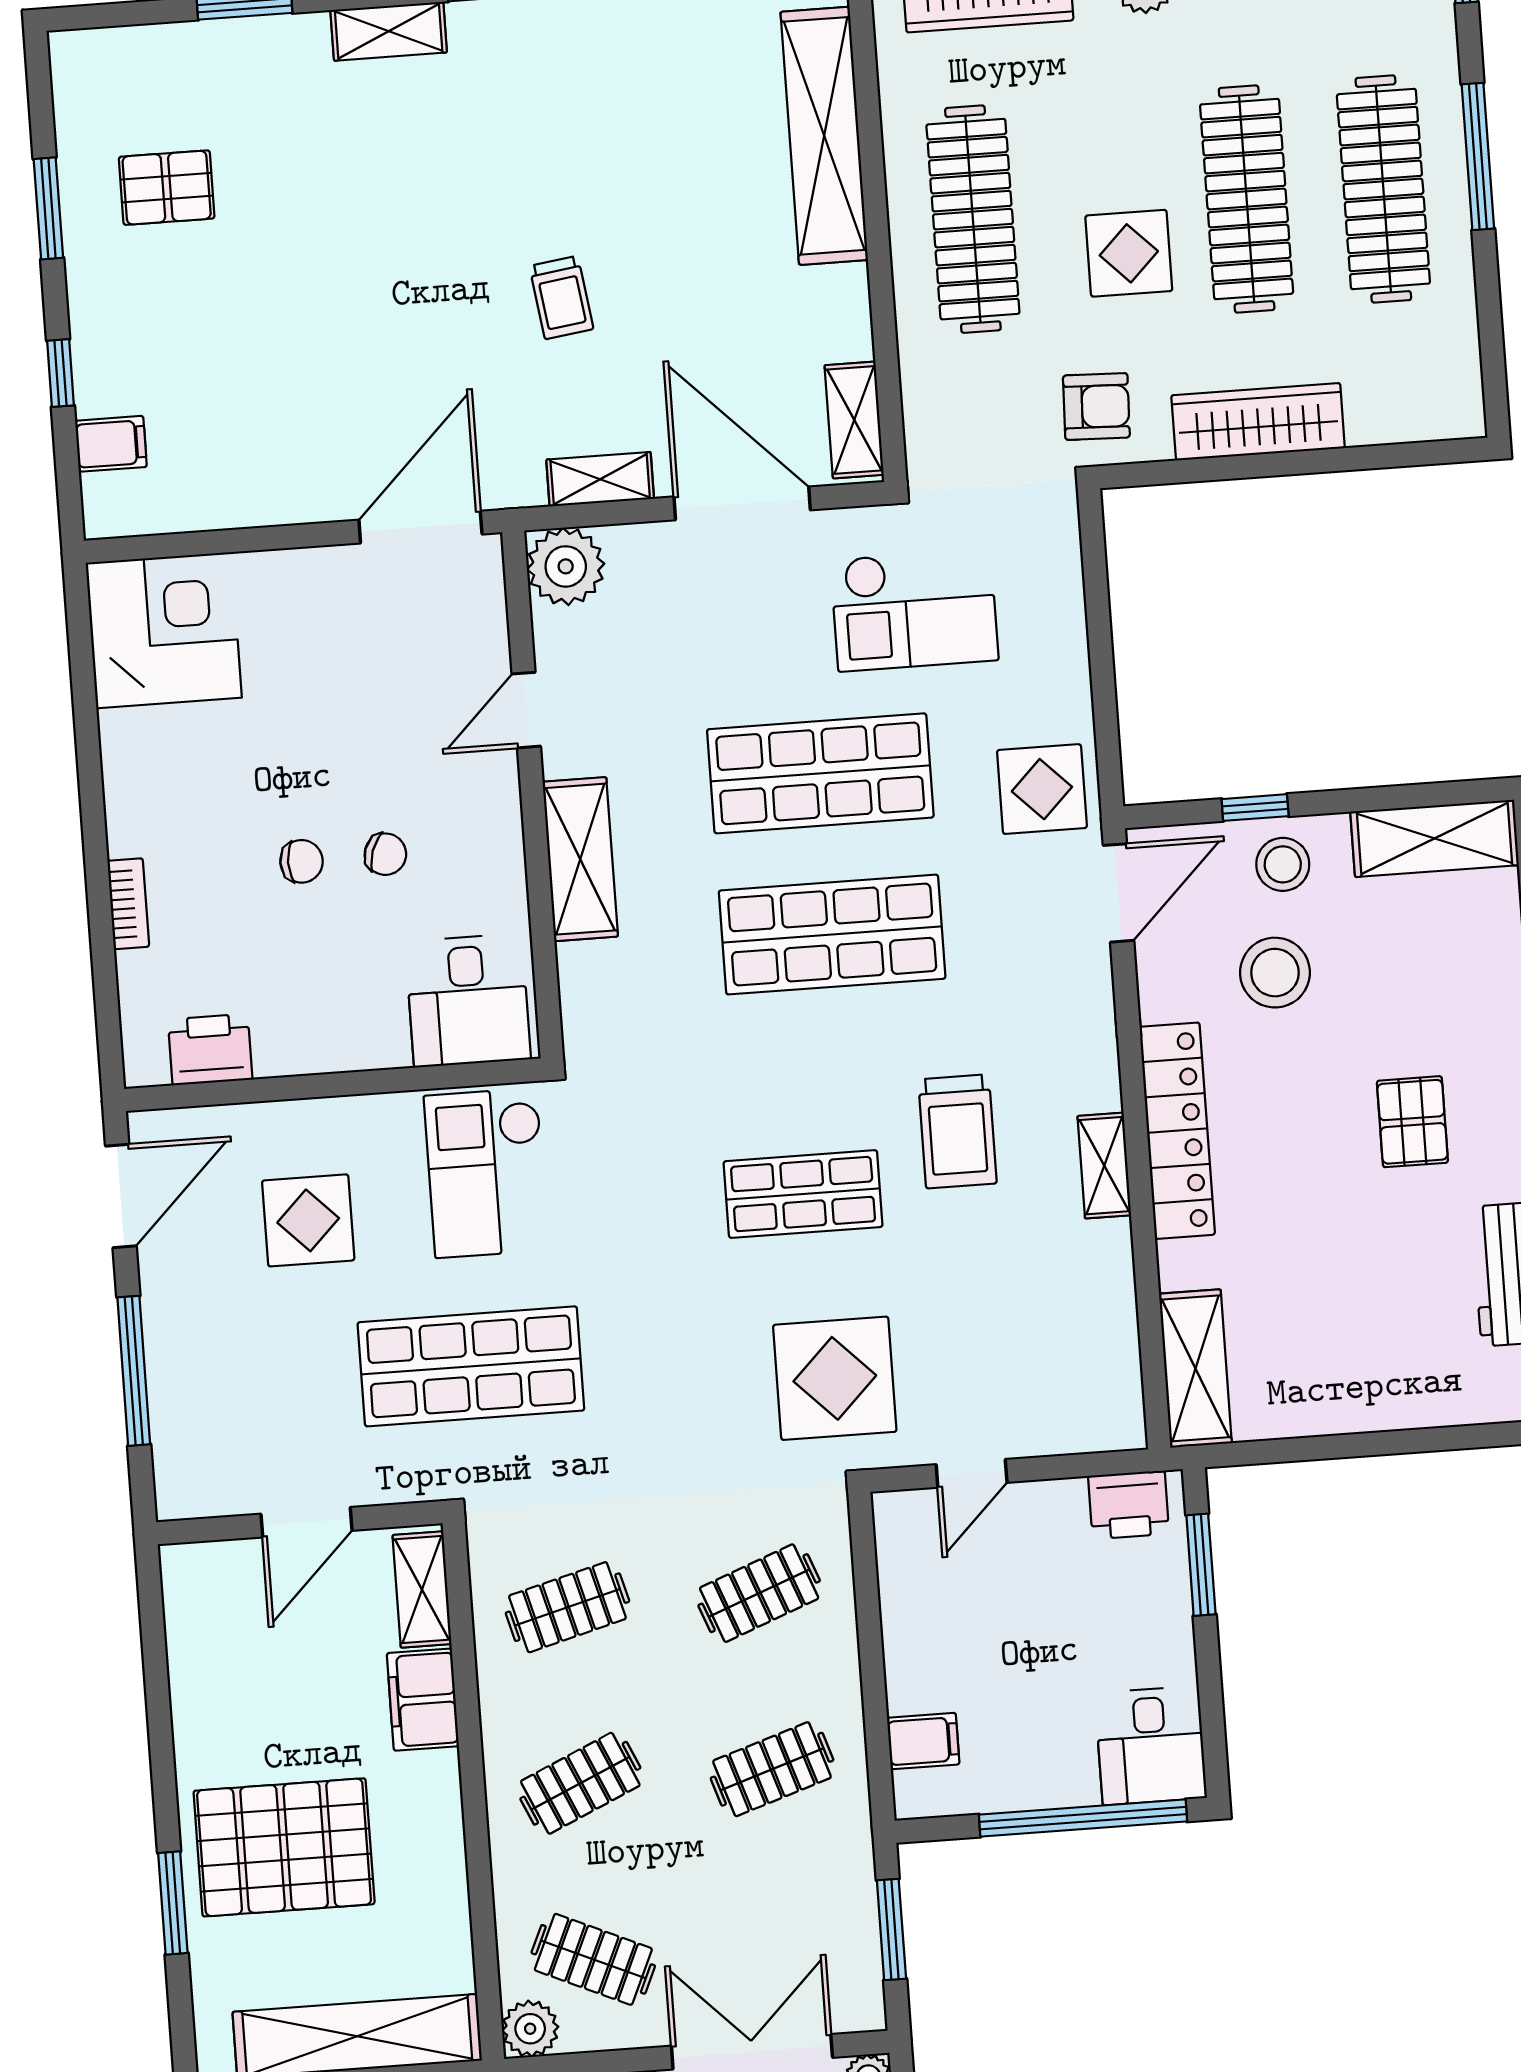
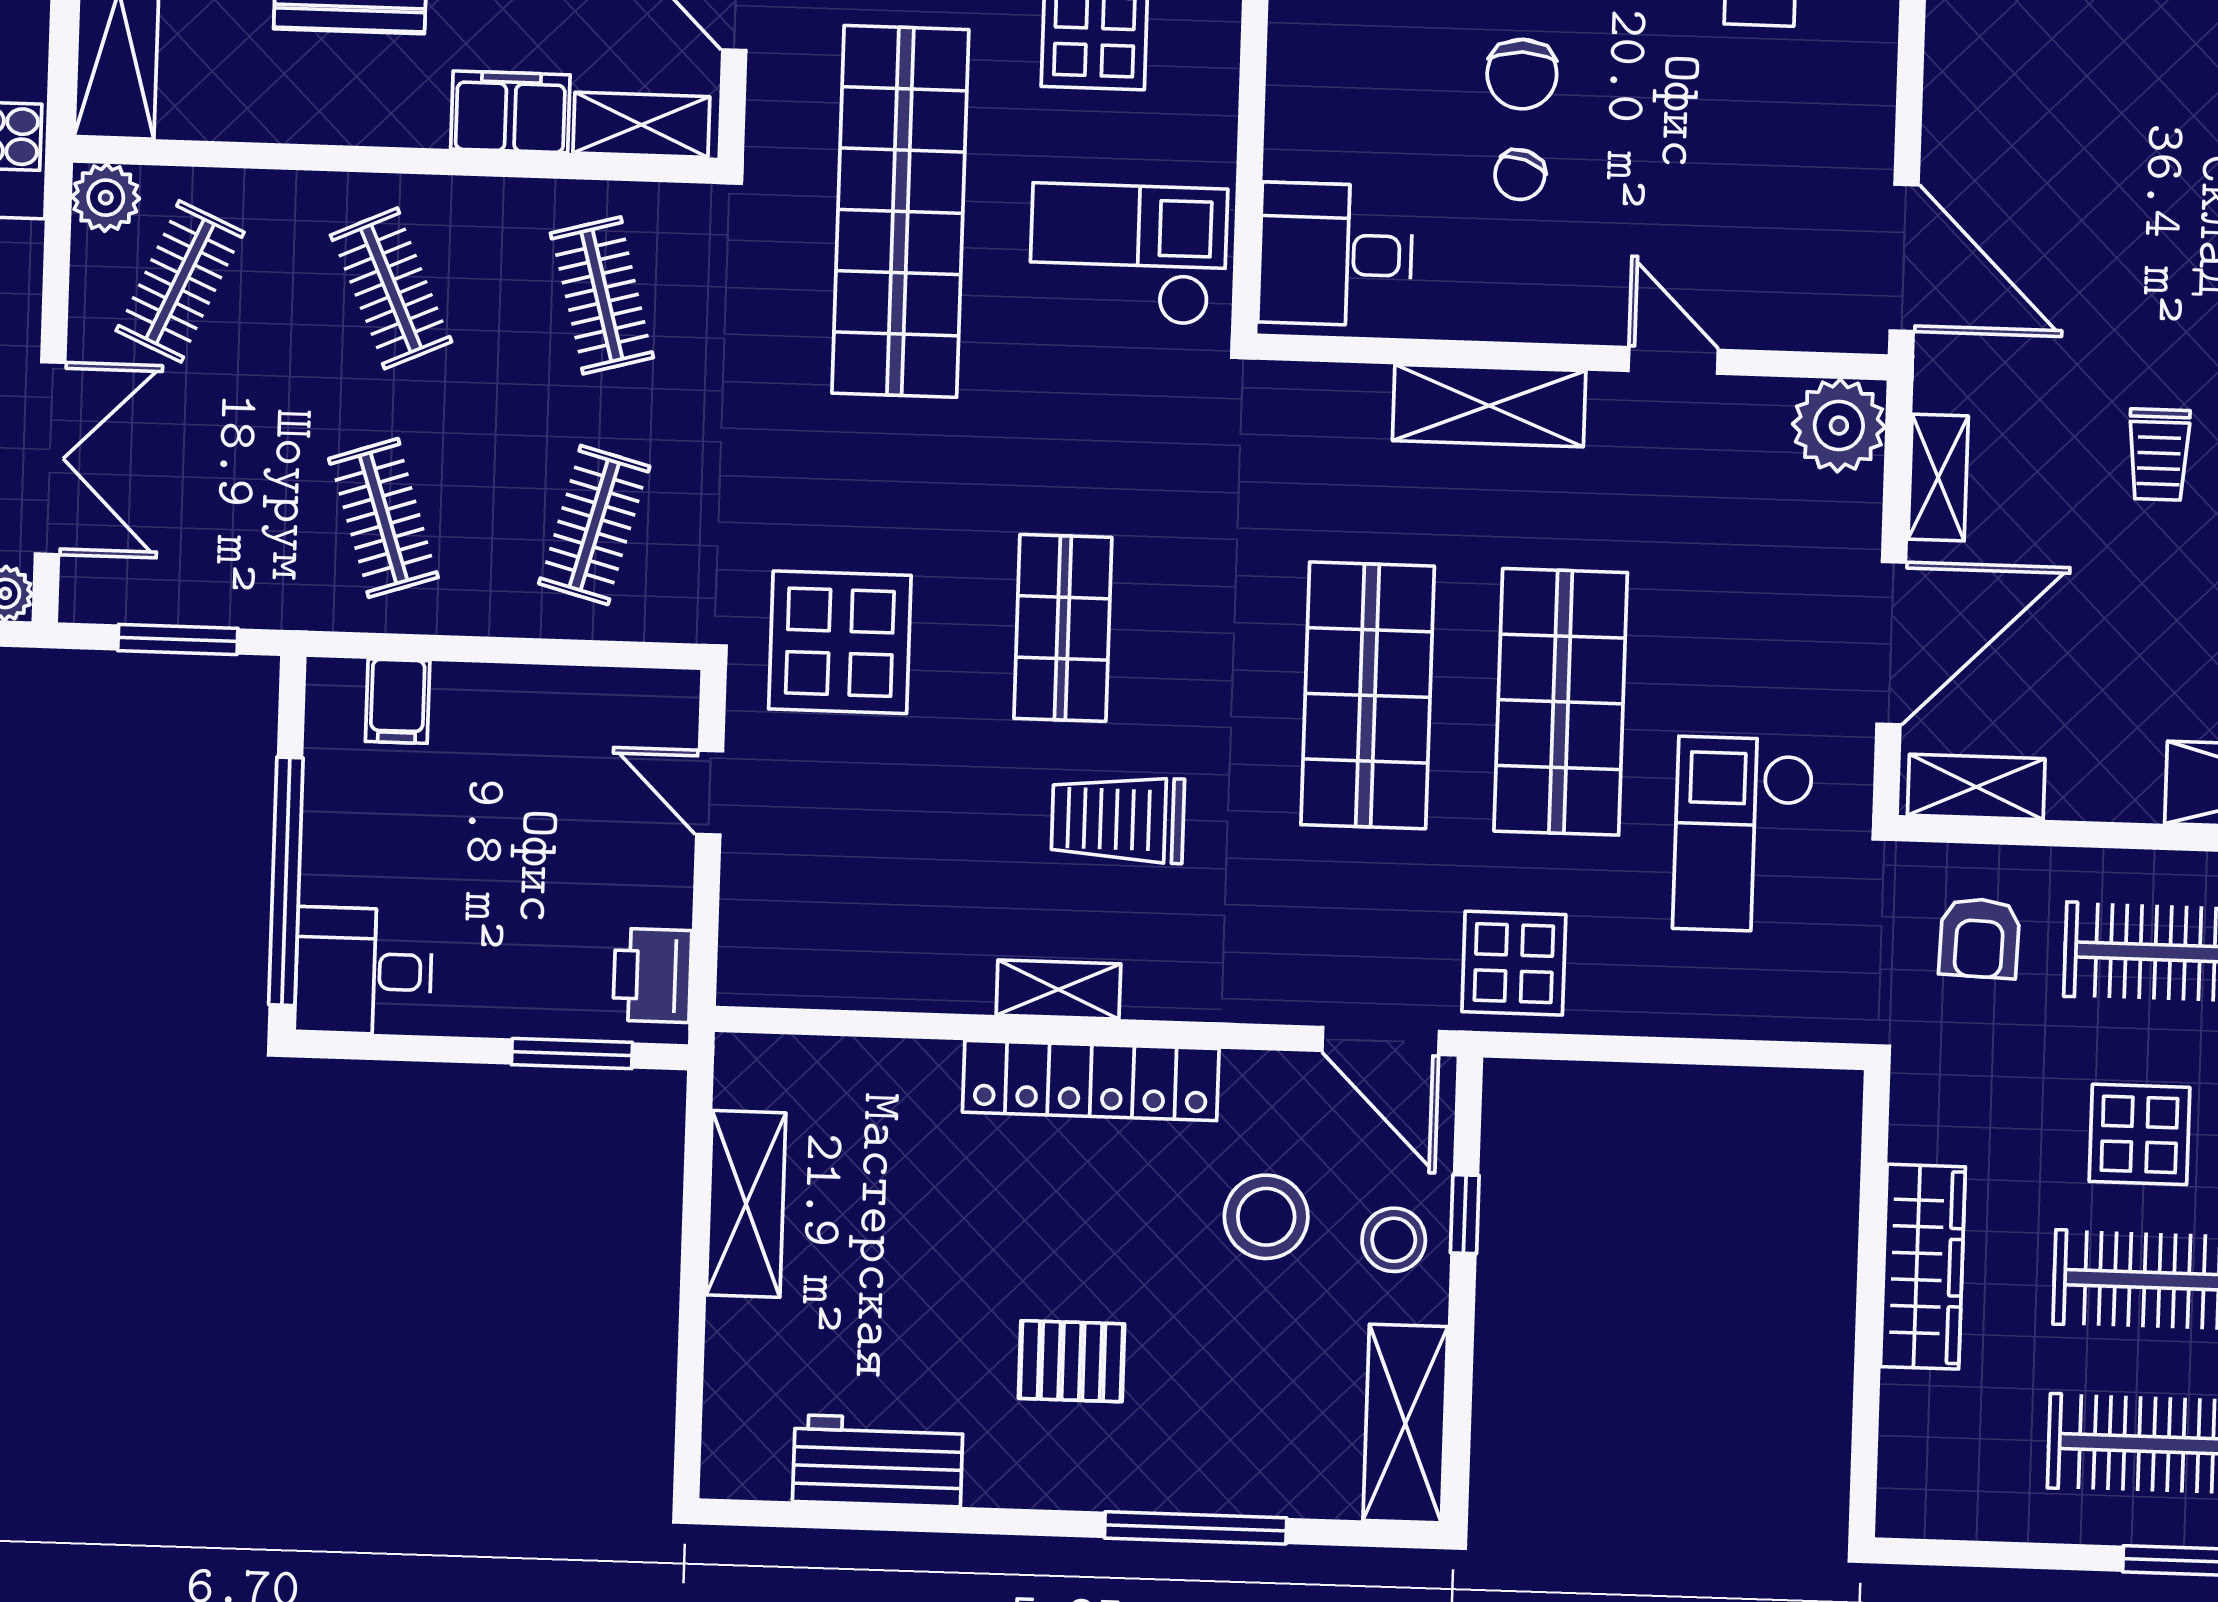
trolley: (561, 298) -> (2159, 455), turned -82
armchair: (1096, 406) -> (1979, 938), moved
chair: (301, 861) -> (1522, 74), width x1.37, depth x1.37
shop shelf: (471, 1366) -> (900, 211), width x1.40
shelving: (1195, 1368) -> (746, 1204), moved, turned 90
clothes rail: (759, 1593) -> (594, 525), turned 36

